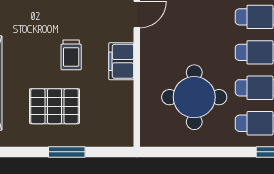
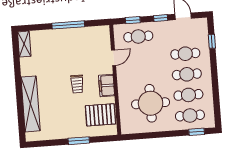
pallet: (54, 106) -> (100, 115), moved

